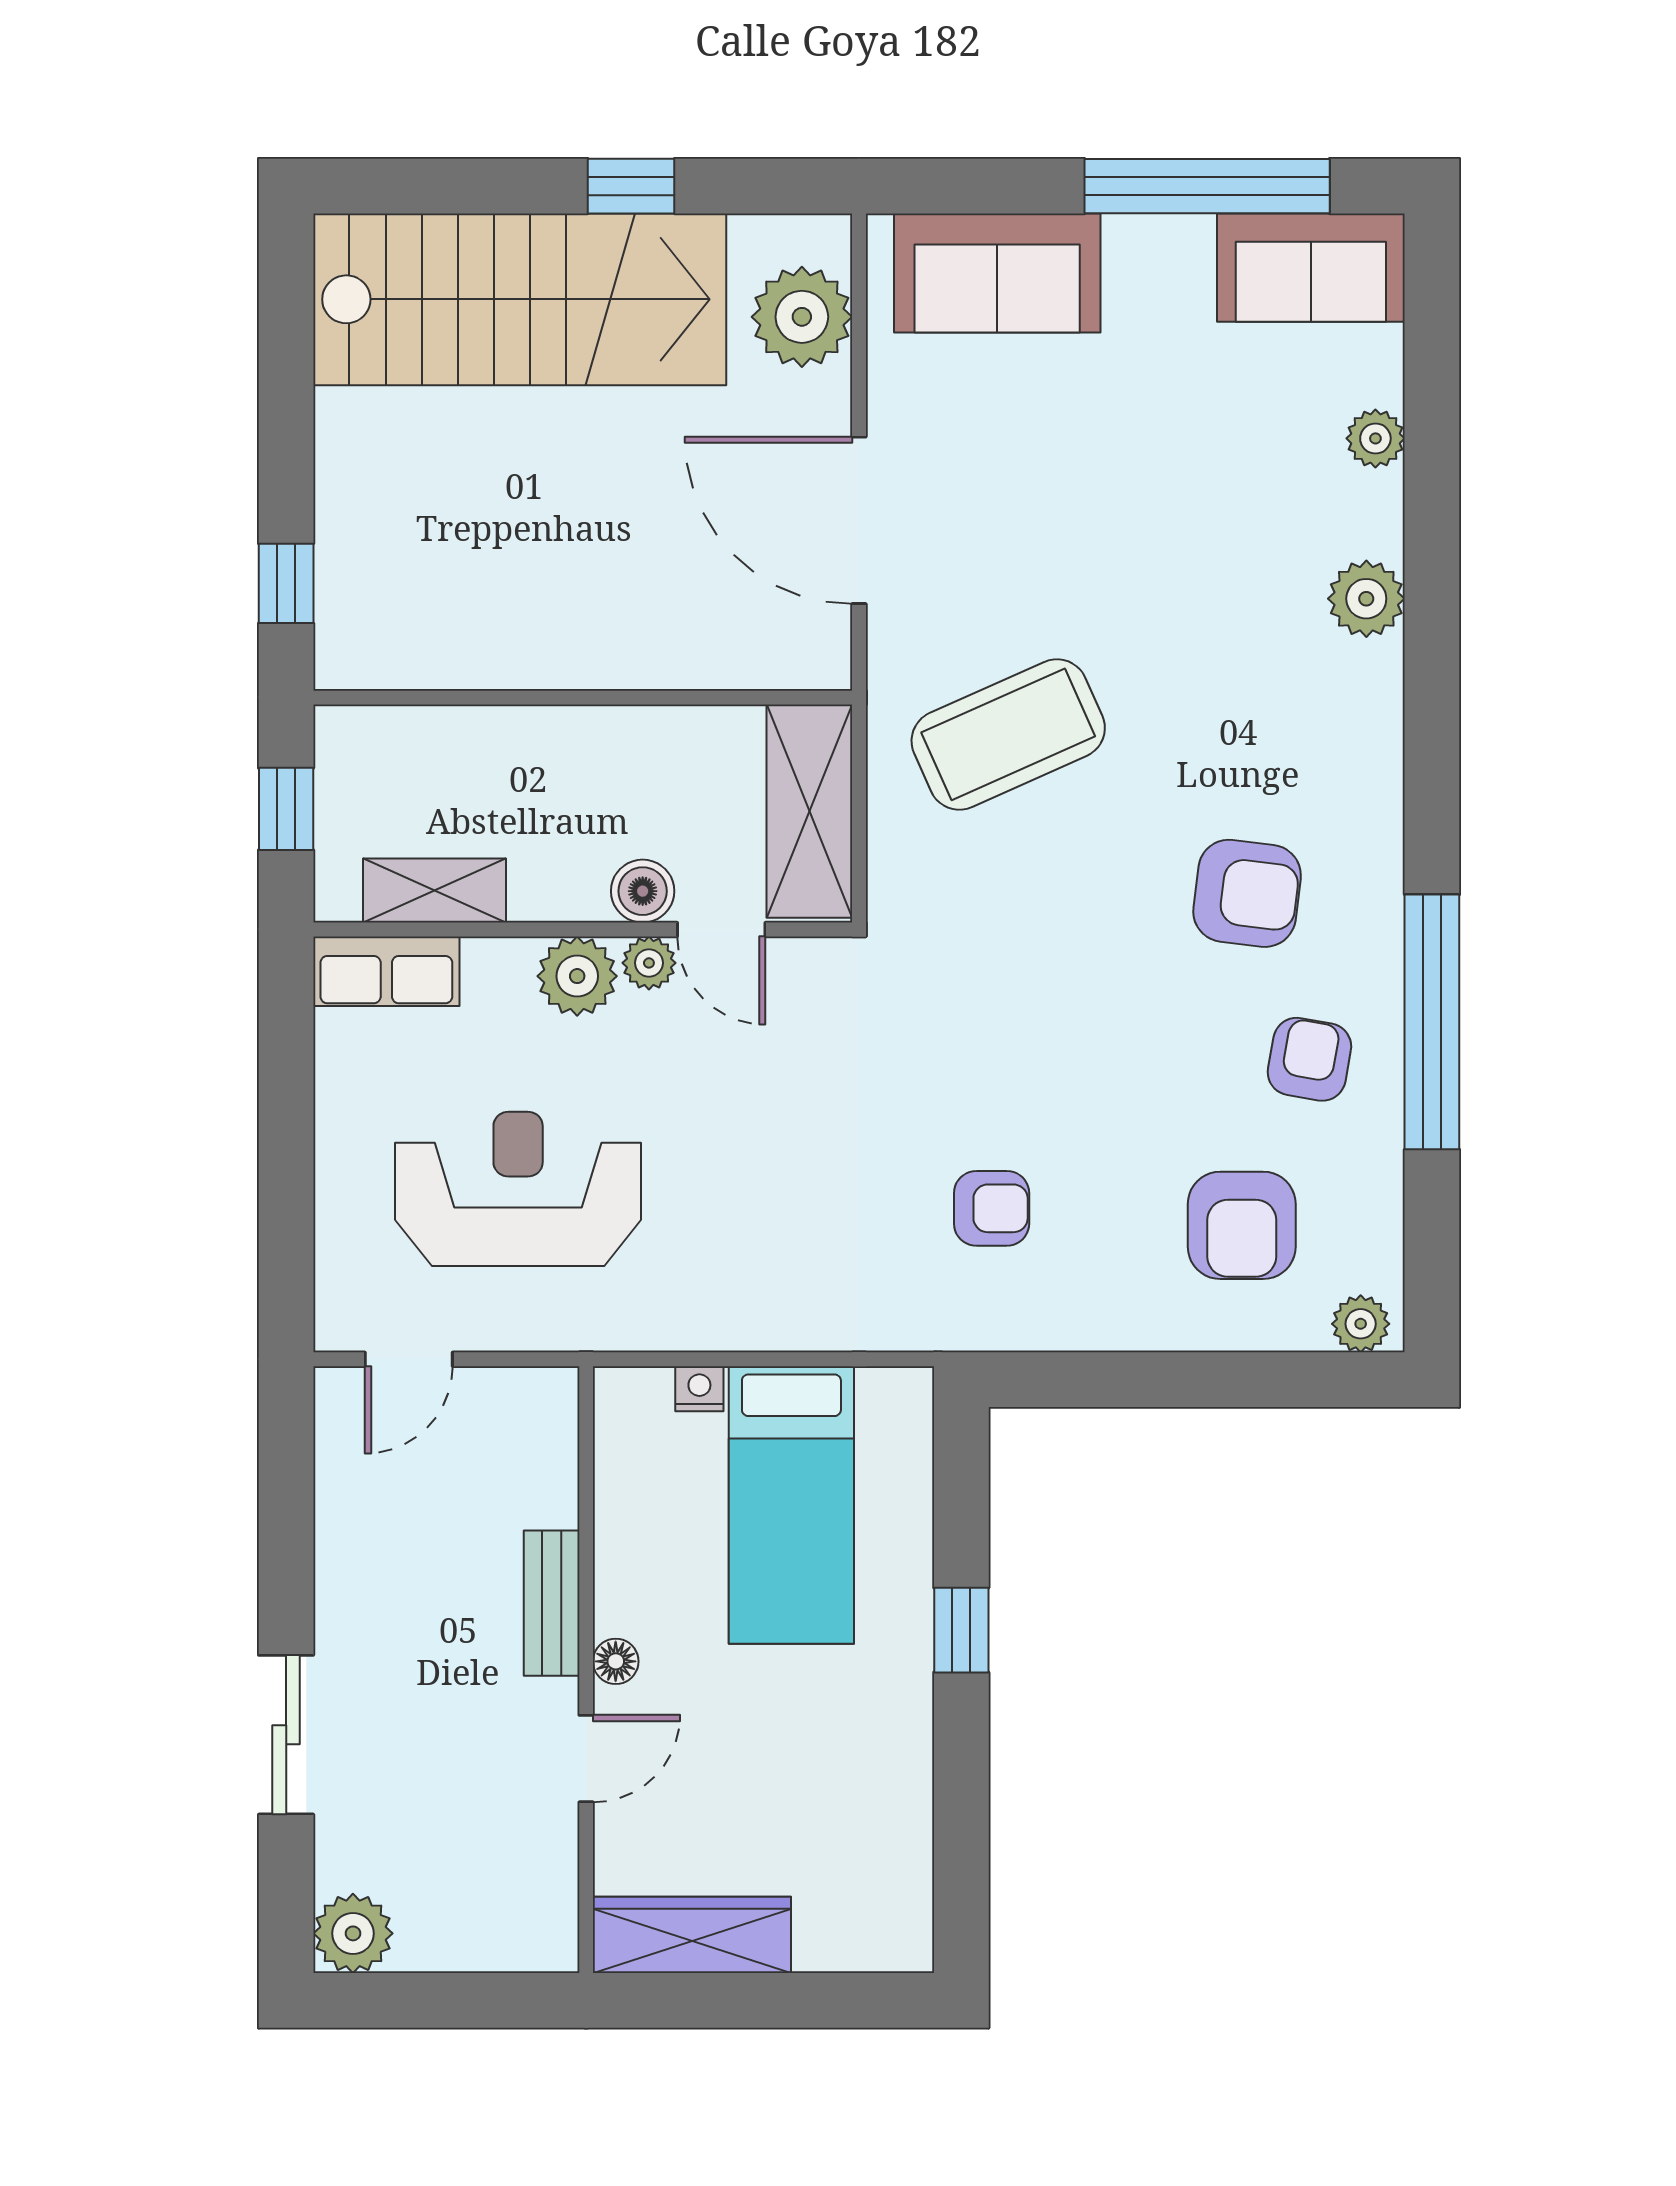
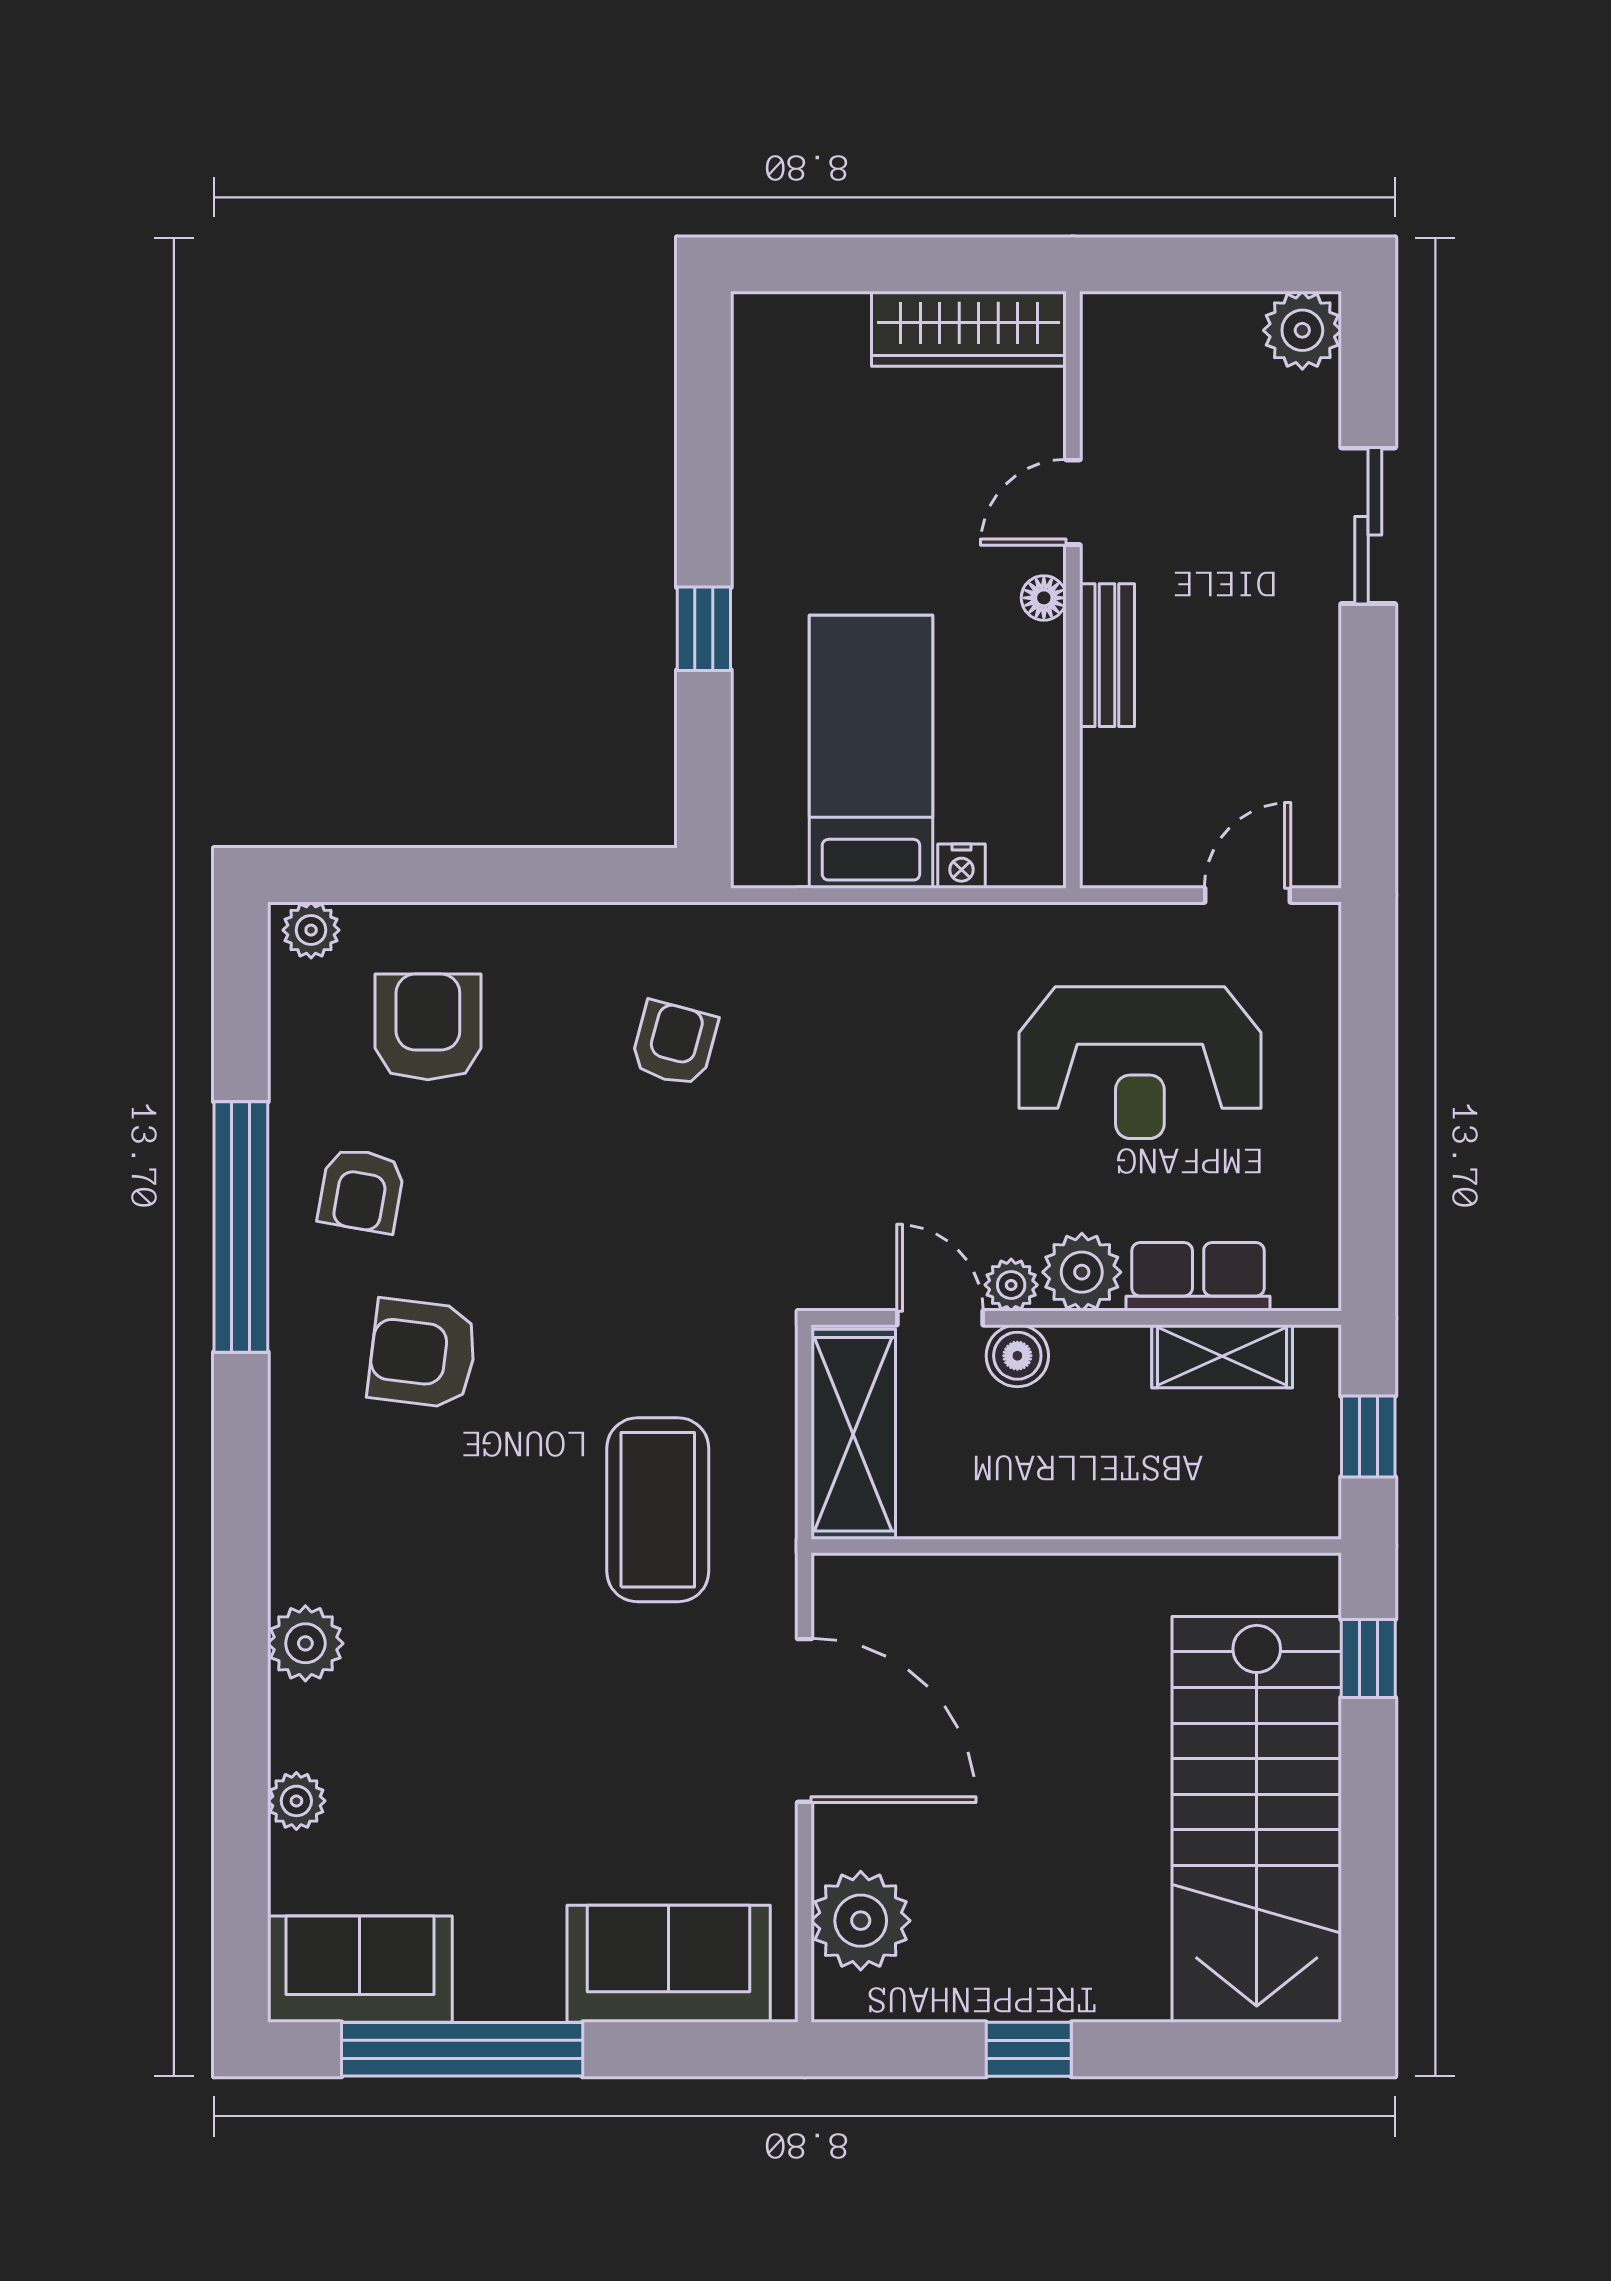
stairs: (520, 299) -> (1257, 1819), moved, turned -90
coffee table: (1008, 734) -> (658, 1510), turned -66
row of seats: (386, 971) -> (1198, 1277), moved
armchair: (992, 1208) -> (674, 1044), turned 105

